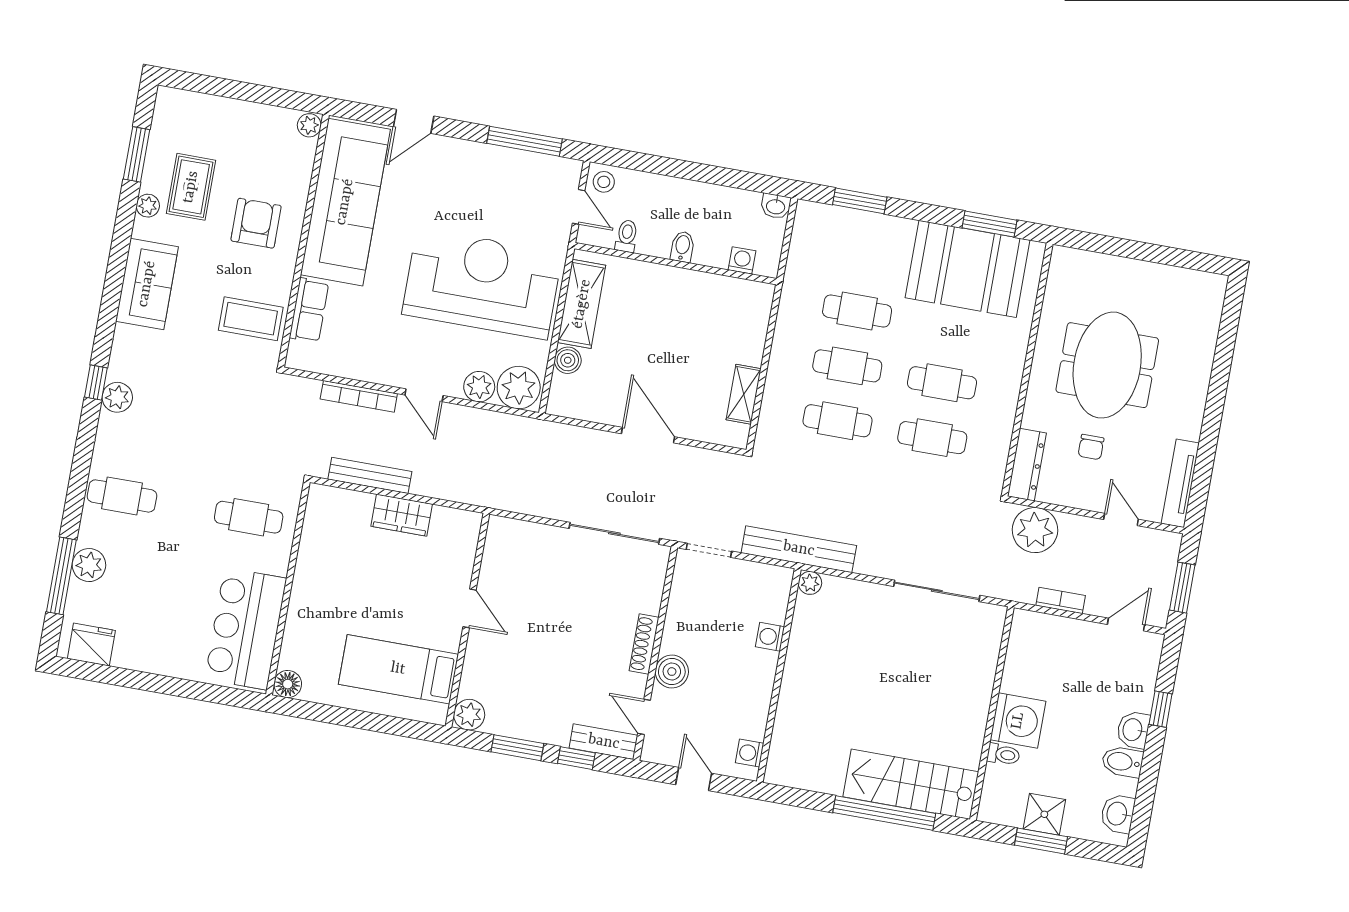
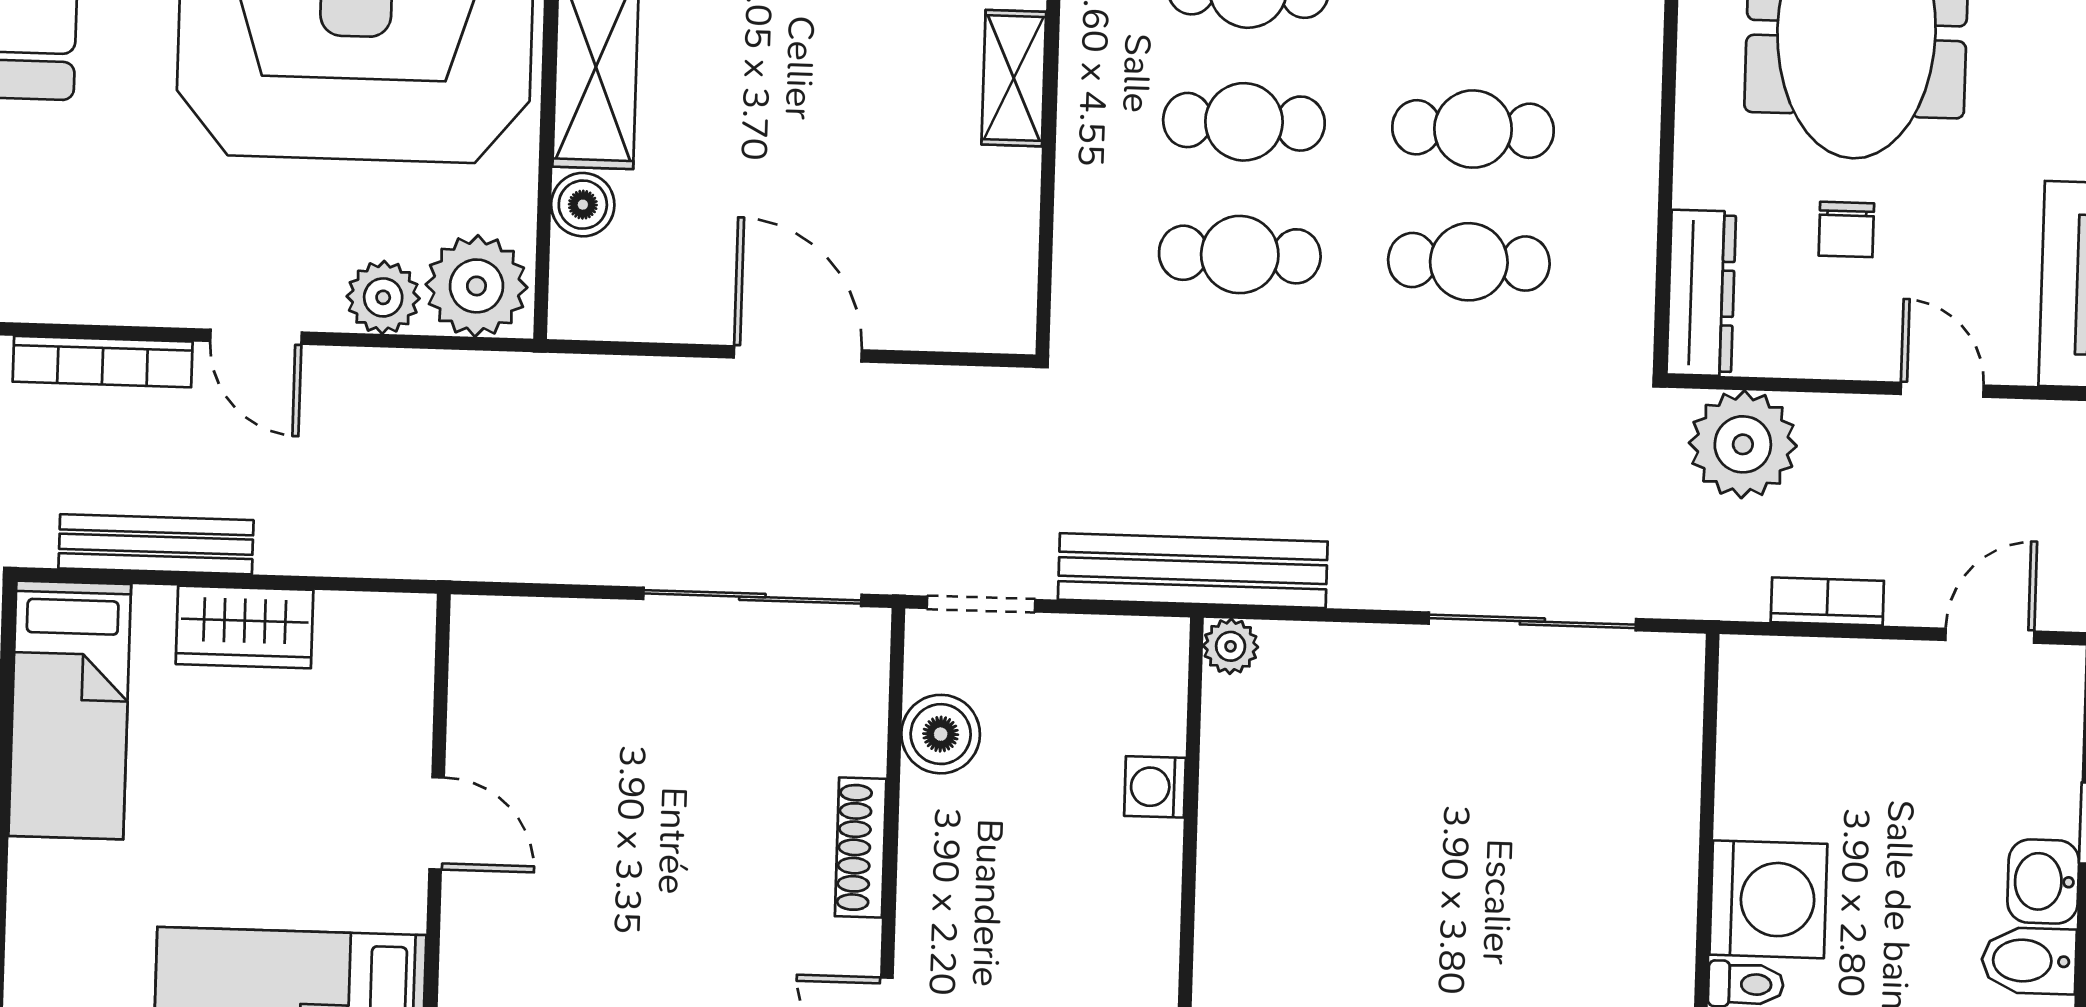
shelving: (744, 394) -> (1014, 78), moved
bed: (324, 539) -> (70, 710), added
boiler: (672, 672) -> (941, 734), moved

